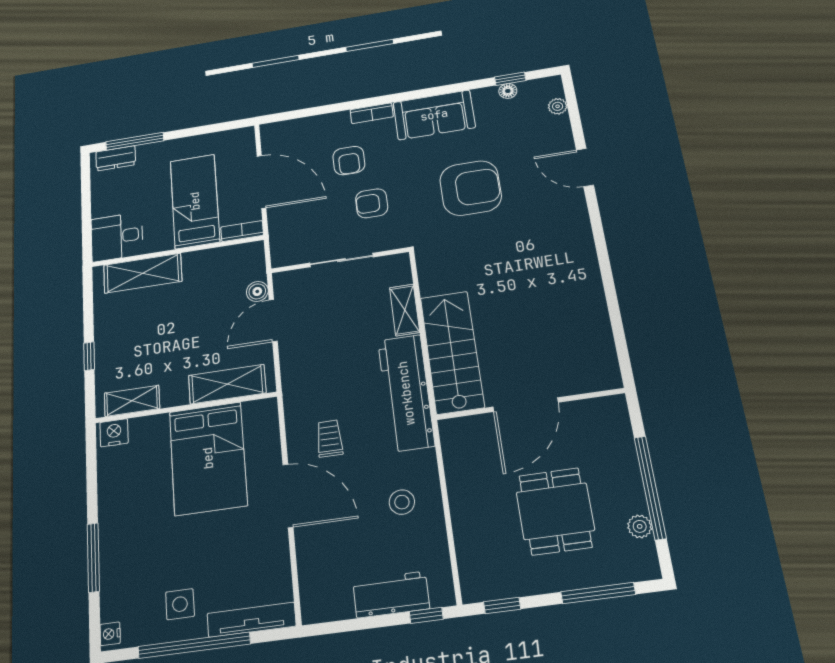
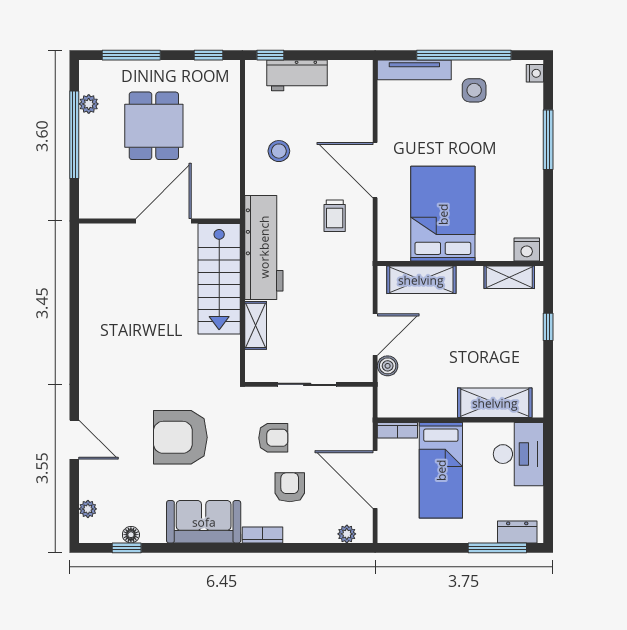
plant: (286, 128) -> (347, 534), added
desk: (117, 237) -> (518, 454), width x1.37

